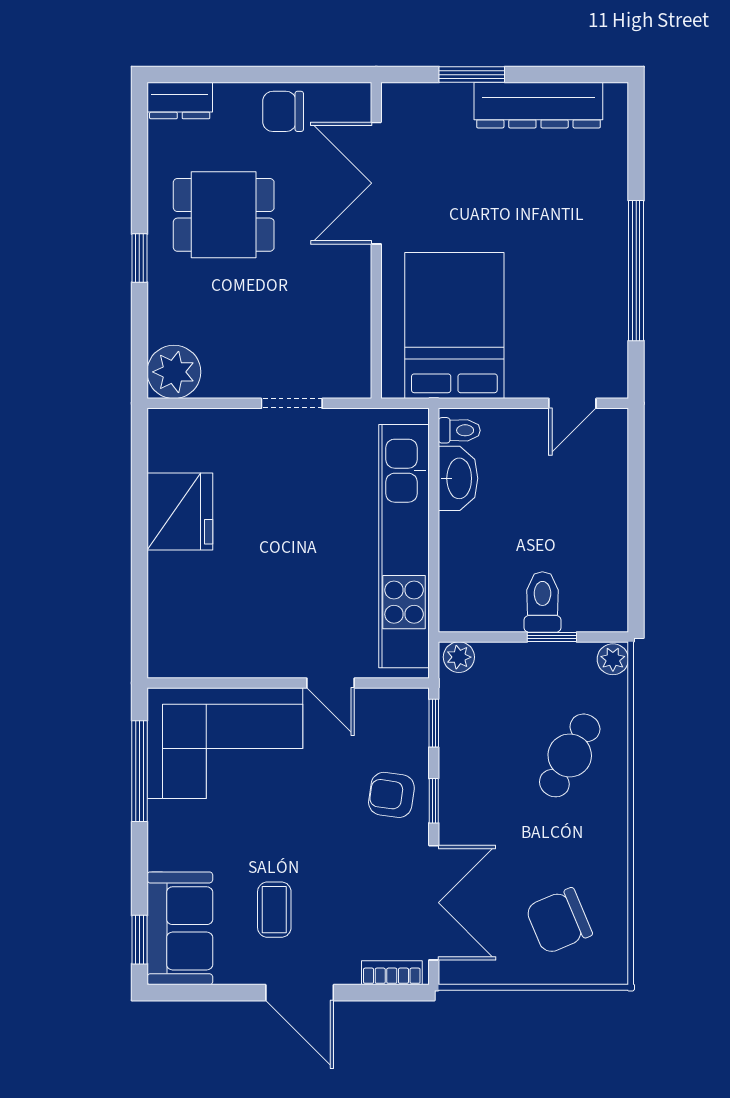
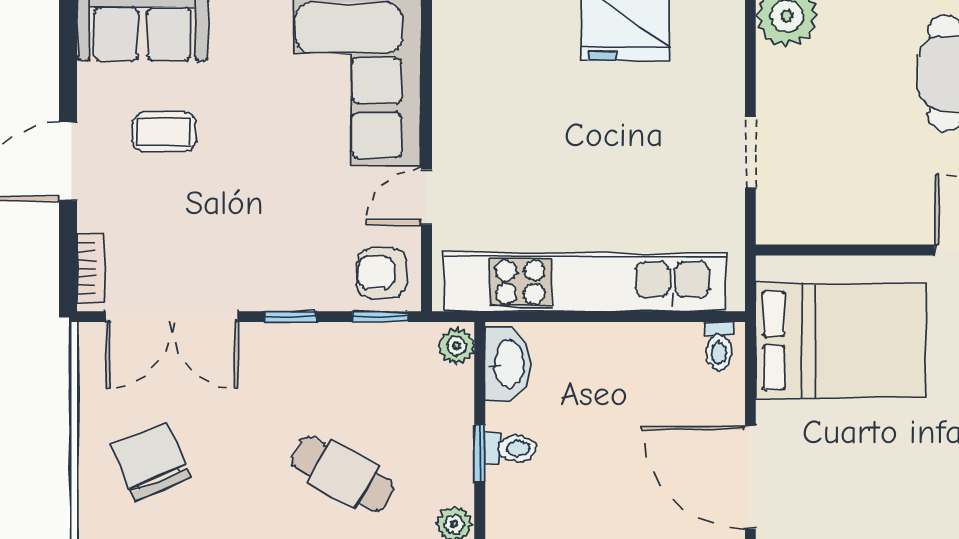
door: (572, 403) -> (750, 477), width x1.88
washbasin: (458, 478) -> (508, 364), moved, turned -90
toilet: (542, 602) -> (510, 448), width x0.73, depth x0.72
armchair: (391, 795) -> (382, 273), moved, turned -98

